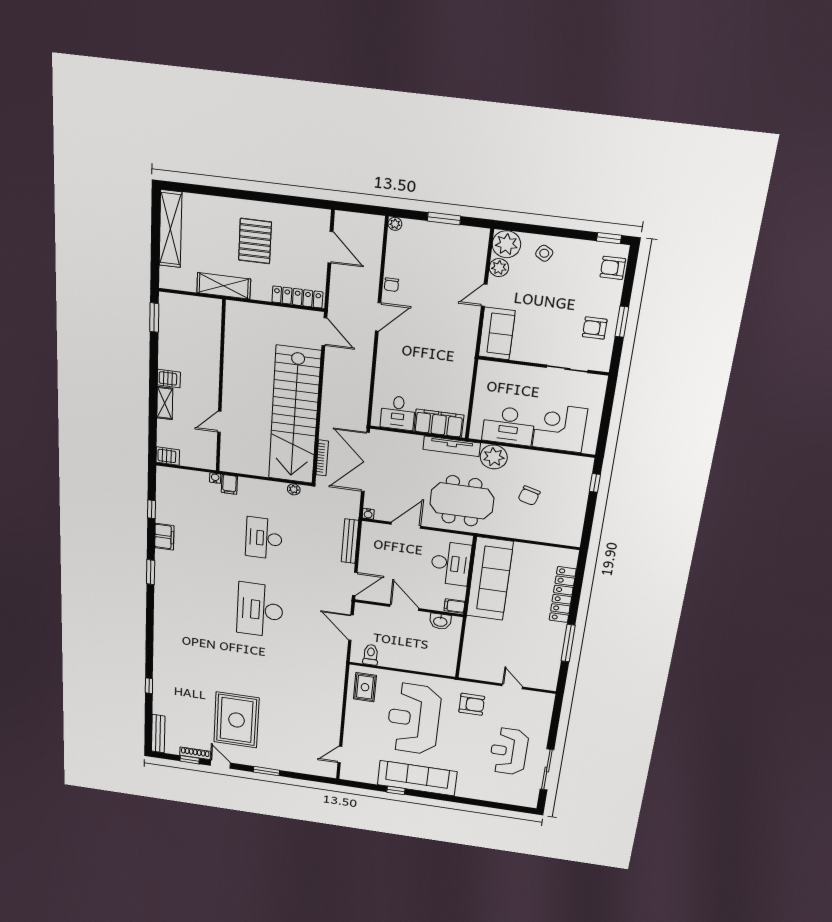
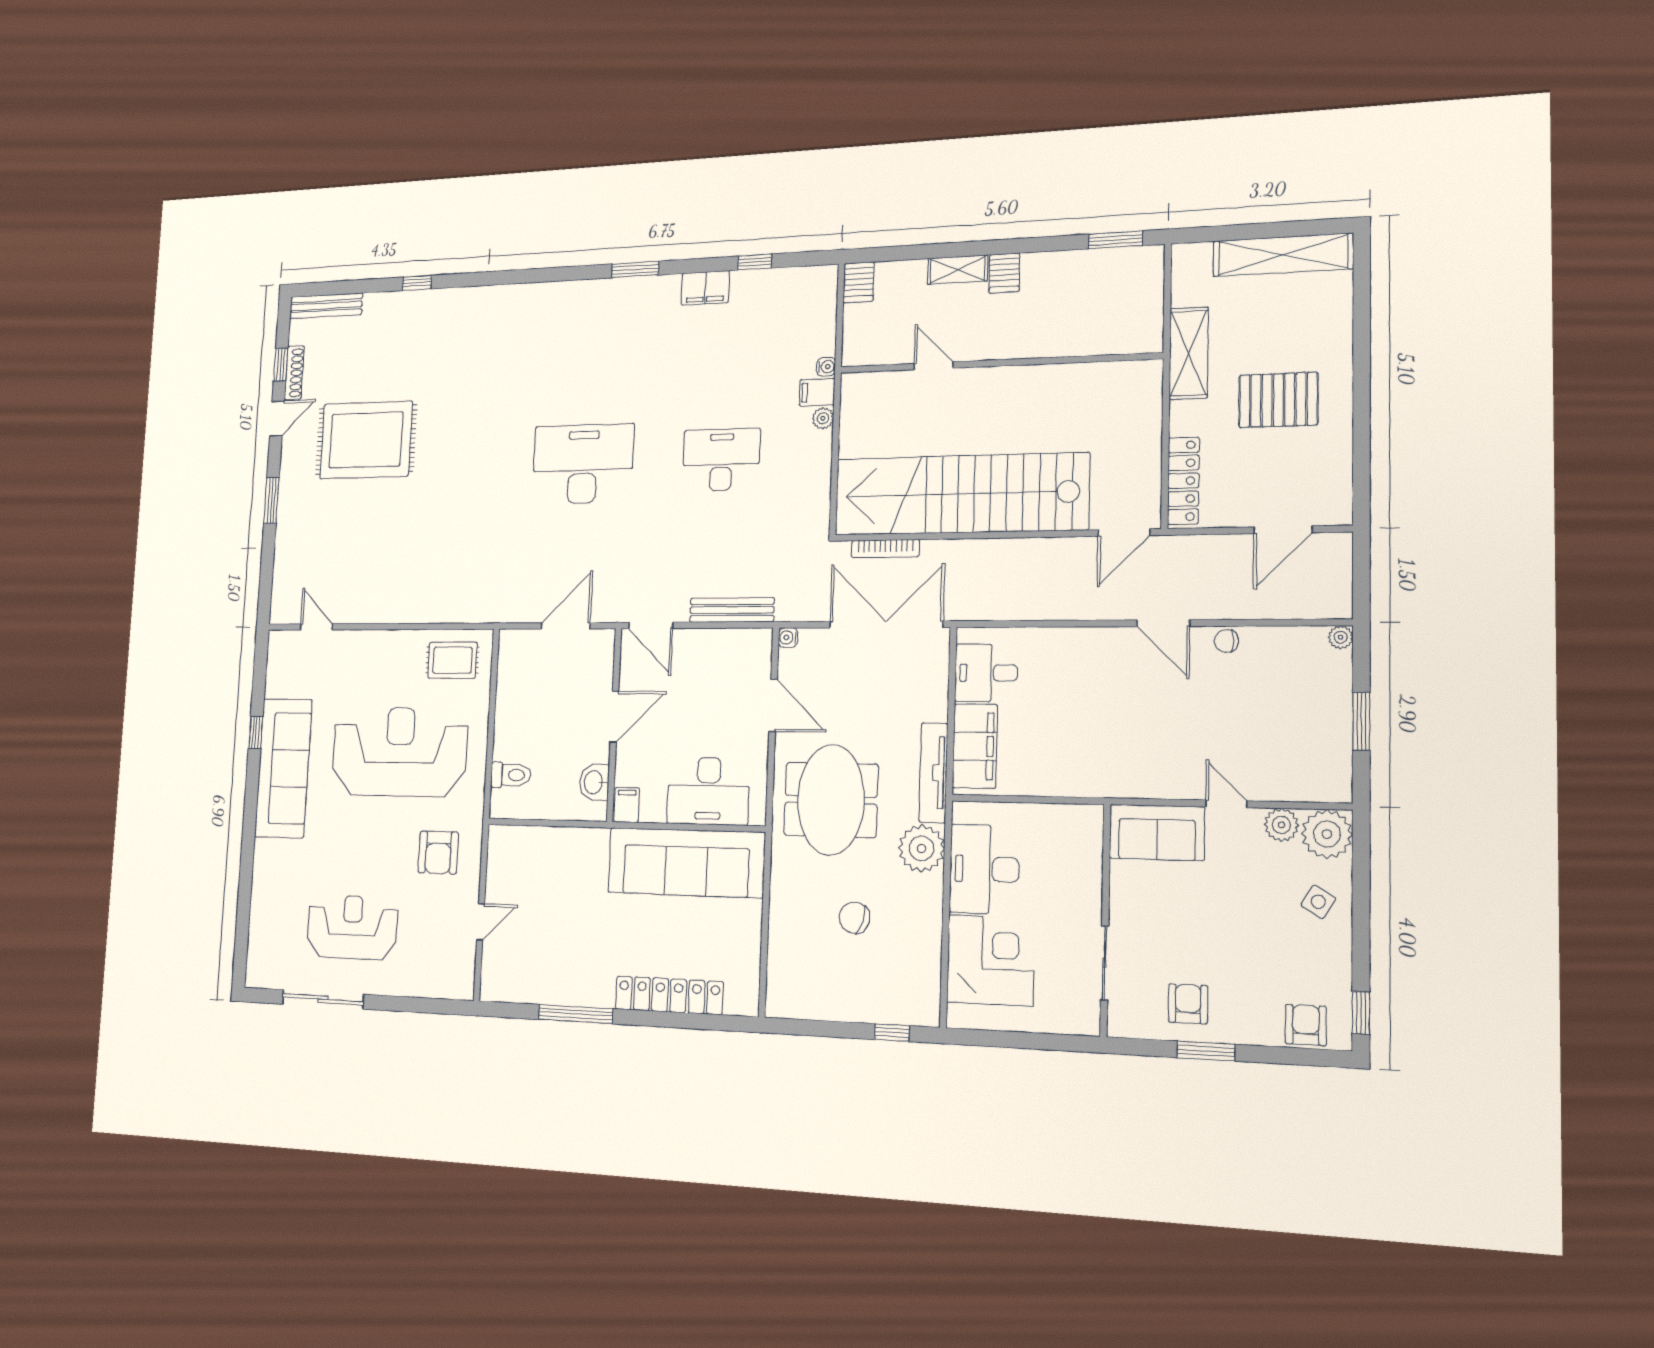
plant: (294, 489) -> (823, 418), moved
toilet: (371, 655) -> (511, 775), moved

